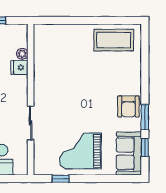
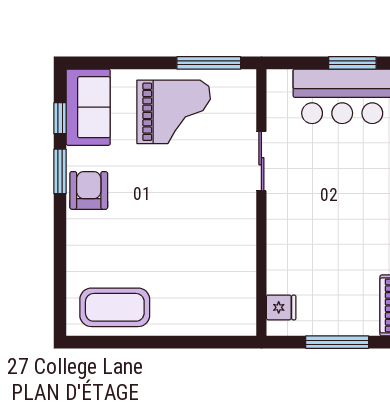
plant: (22, 54) -> (276, 283), removed
fridge: (19, 68) -> (281, 307), moved
window: (60, 179) -> (209, 63), width x2.17

